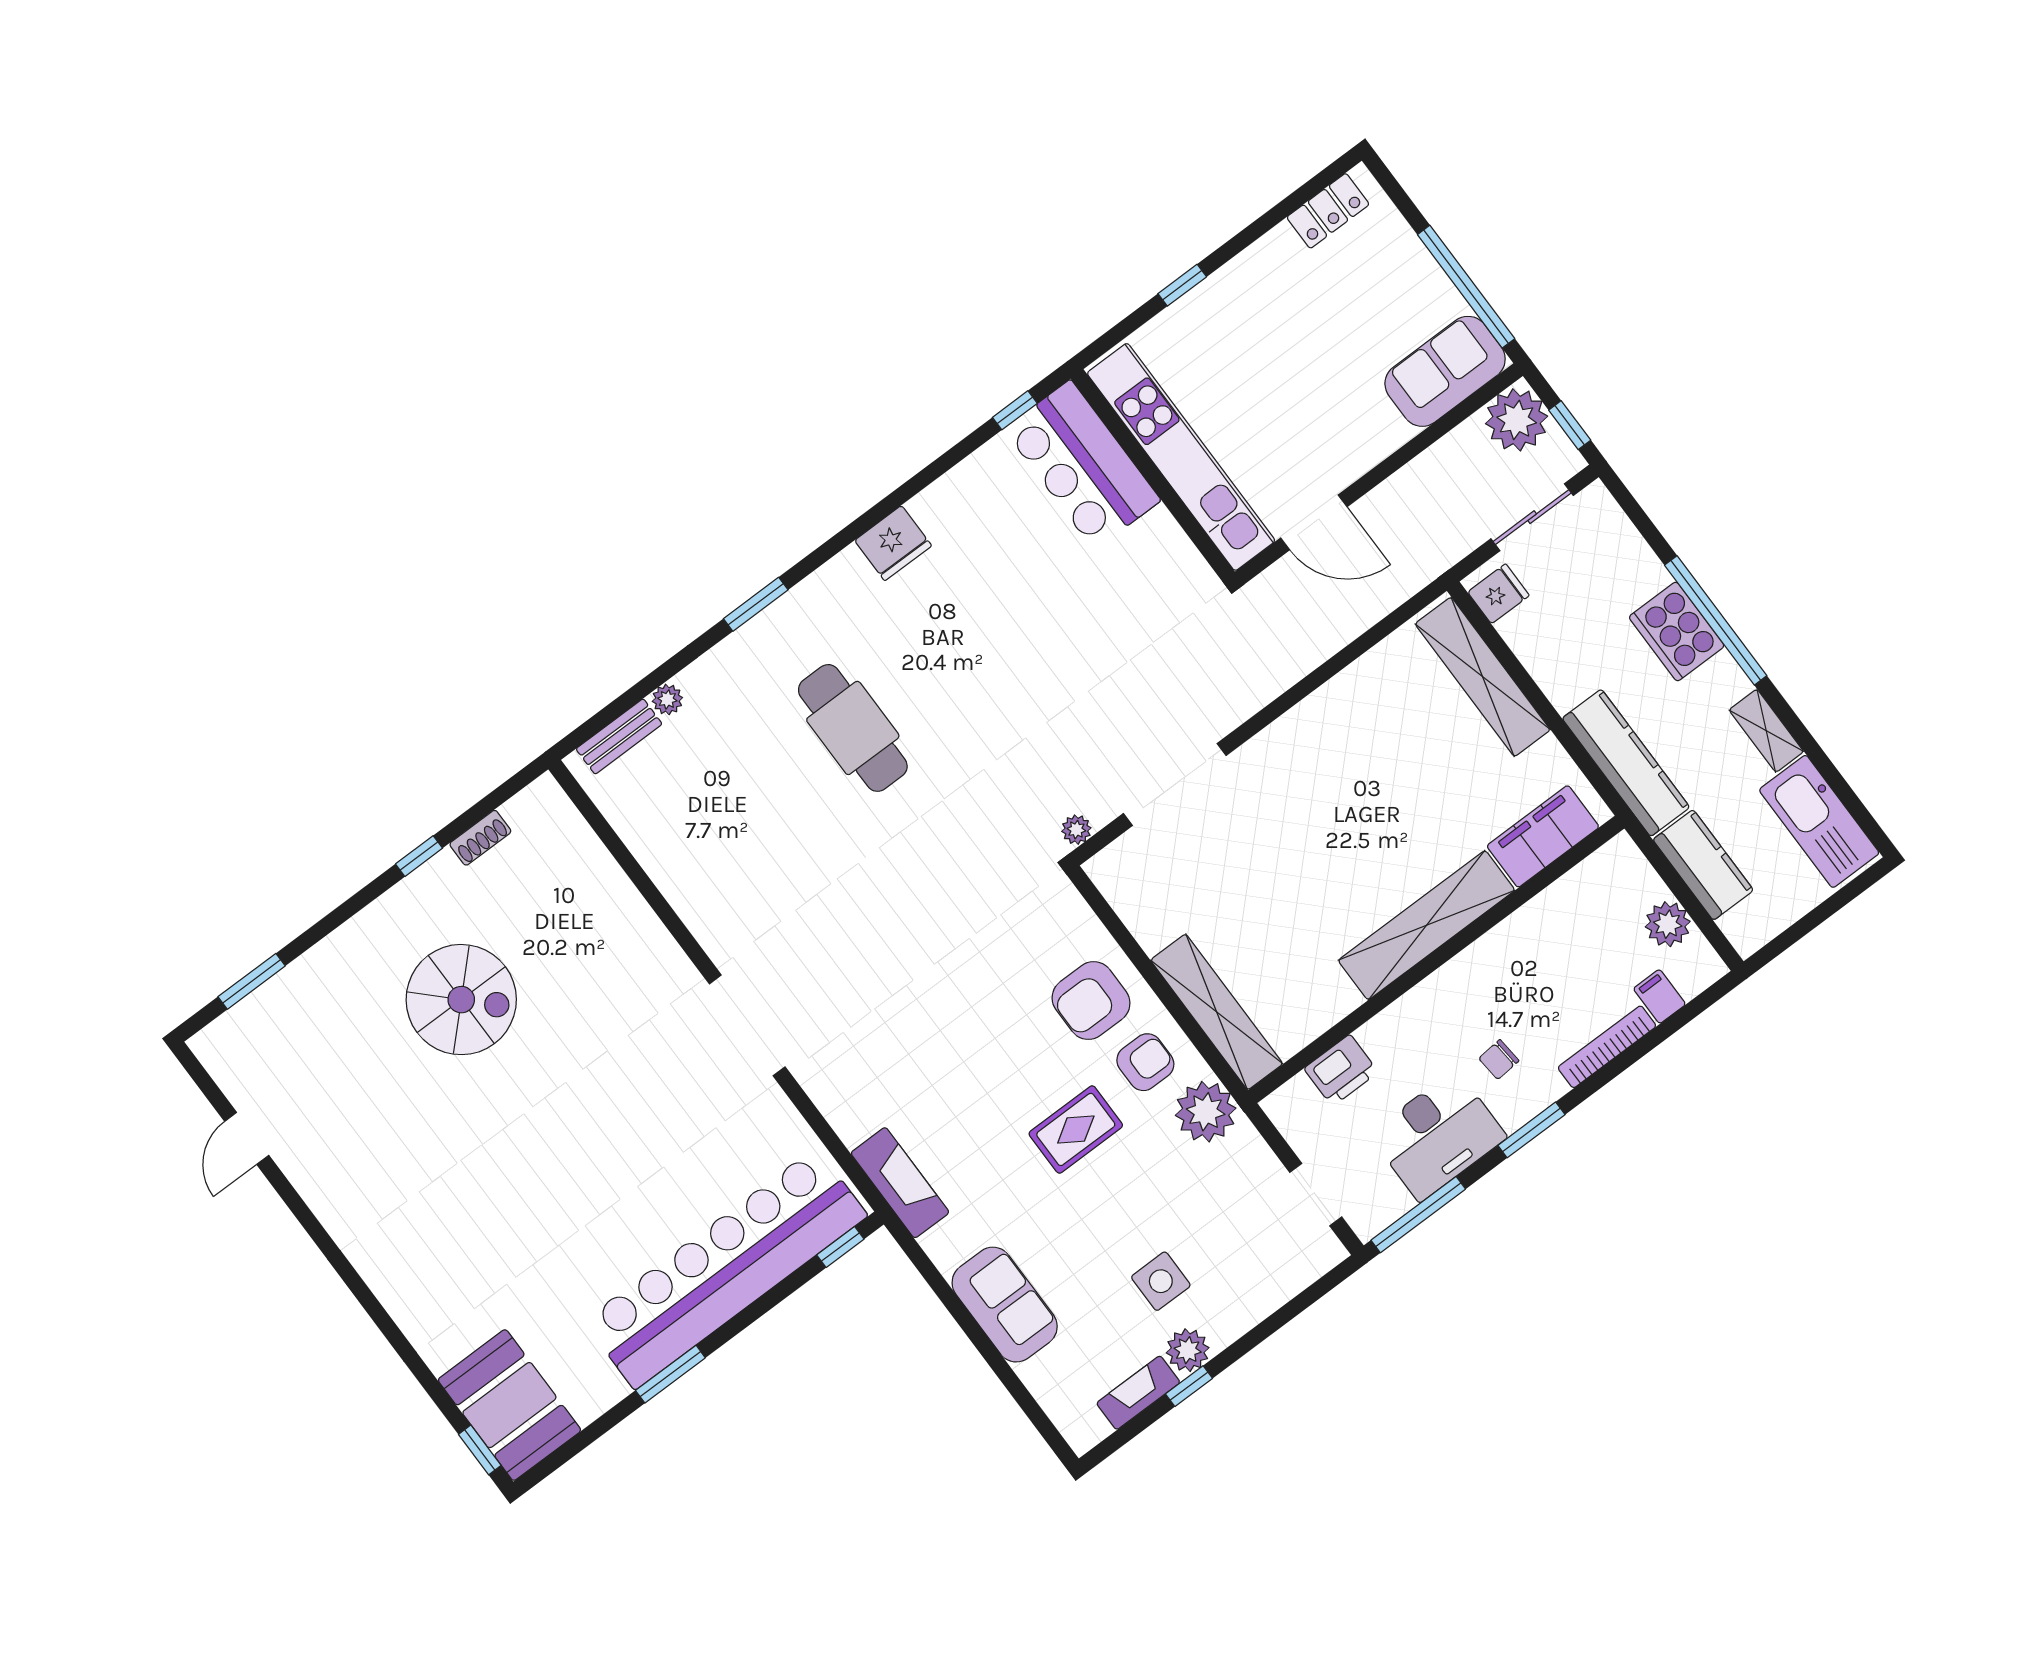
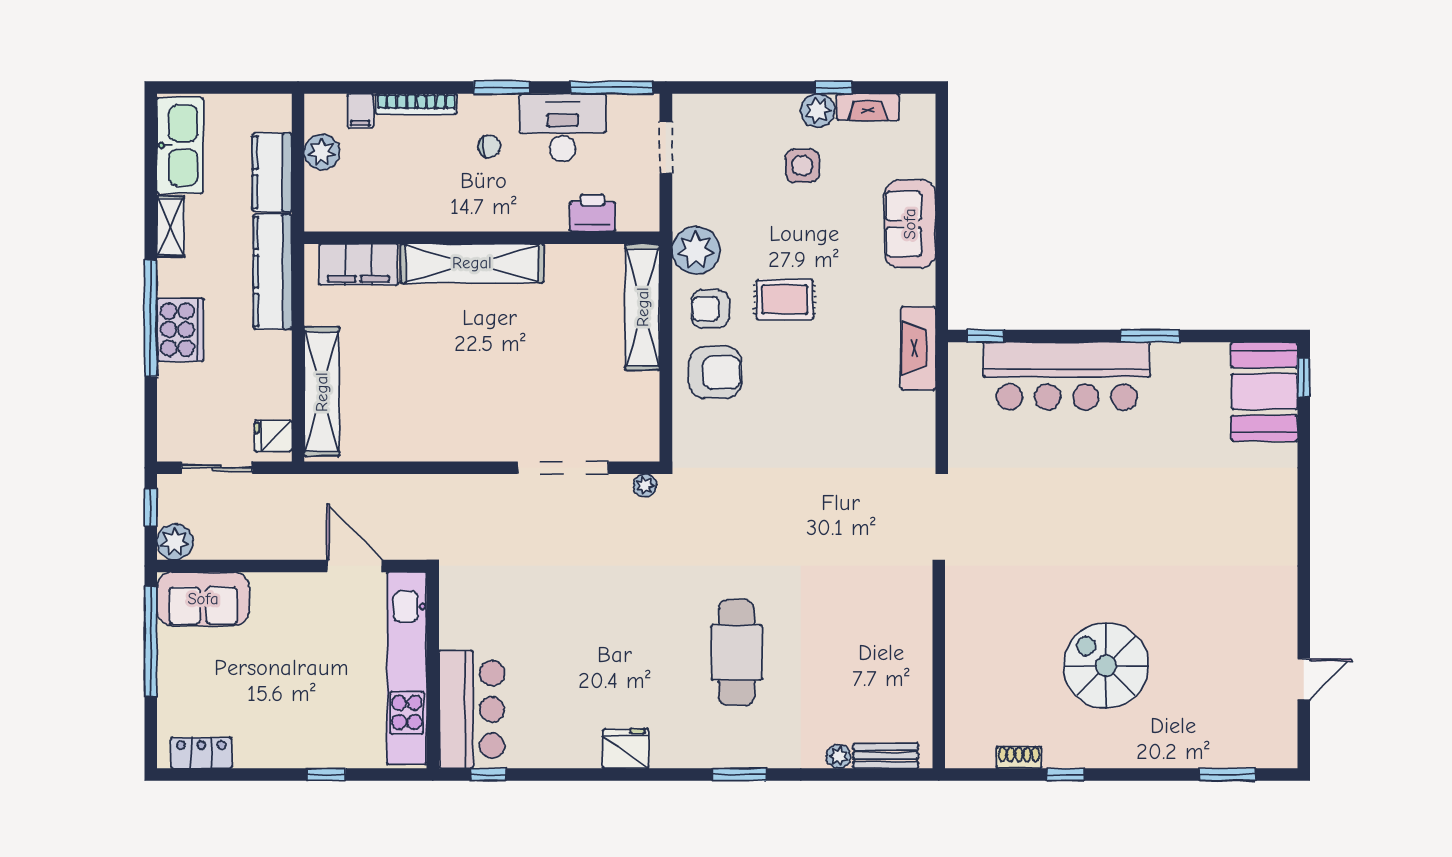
plant: (1517, 420) -> (175, 542), width x0.73, depth x0.73
bar counter: (726, 1268) -> (1067, 376), width x0.73

